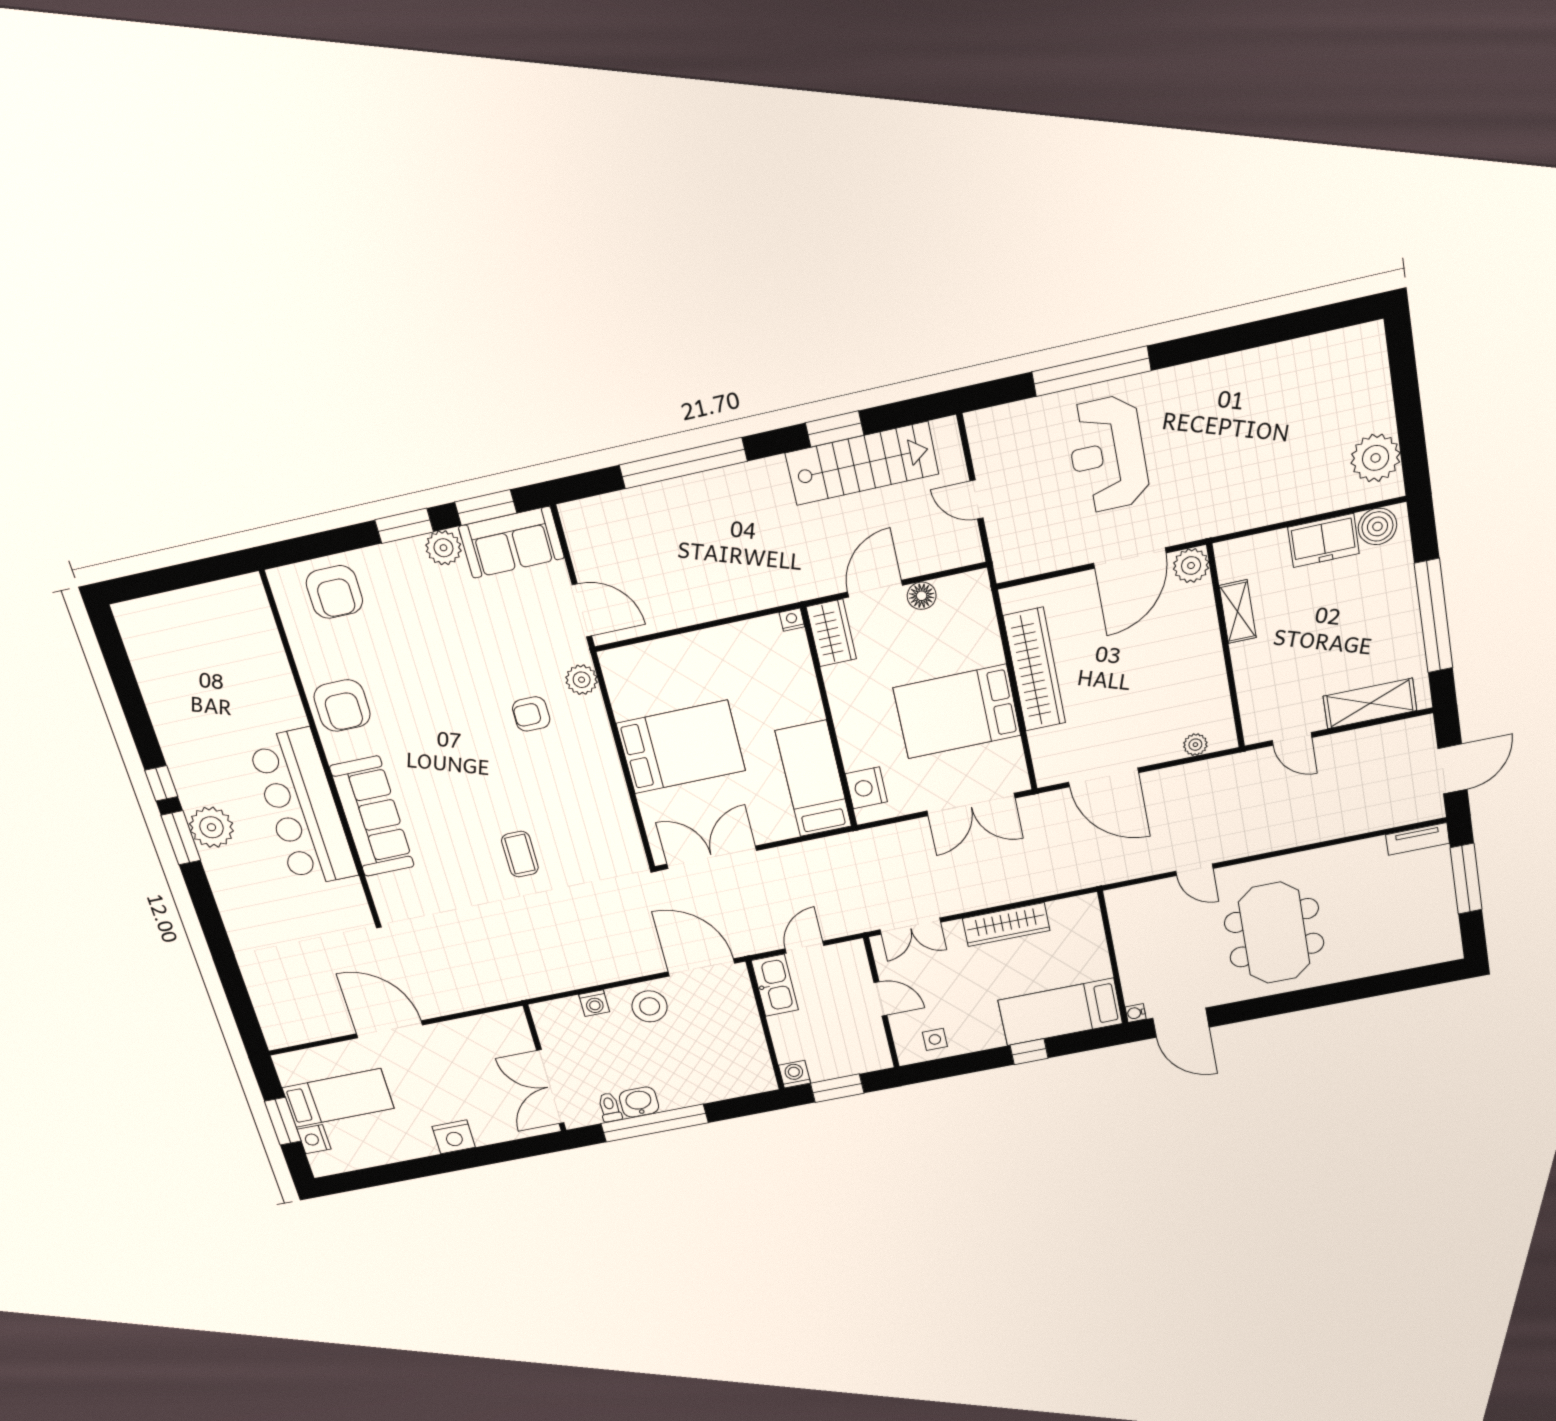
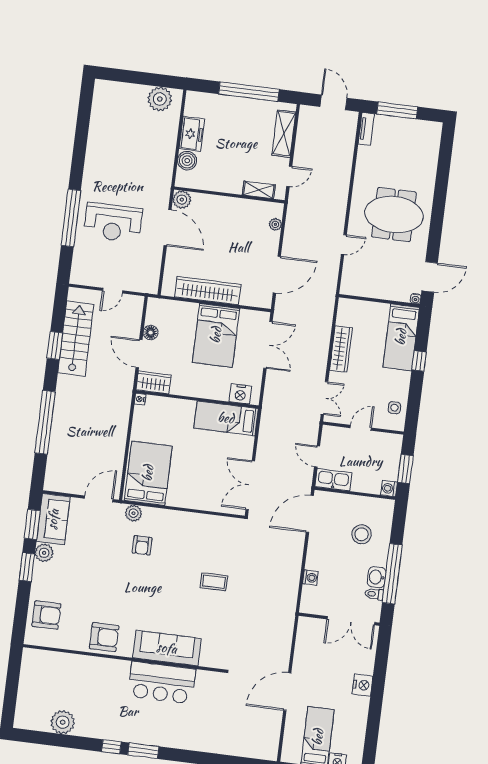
boiler: (1377, 526) -> (187, 161), moved
shelving: (1238, 612) -> (259, 190), moved
bed: (681, 747) -> (148, 473), moved
bar counter: (303, 808) -> (162, 683), width x0.73
plant: (211, 827) -> (63, 722), moved
stool: (650, 1006) -> (362, 534), moved

